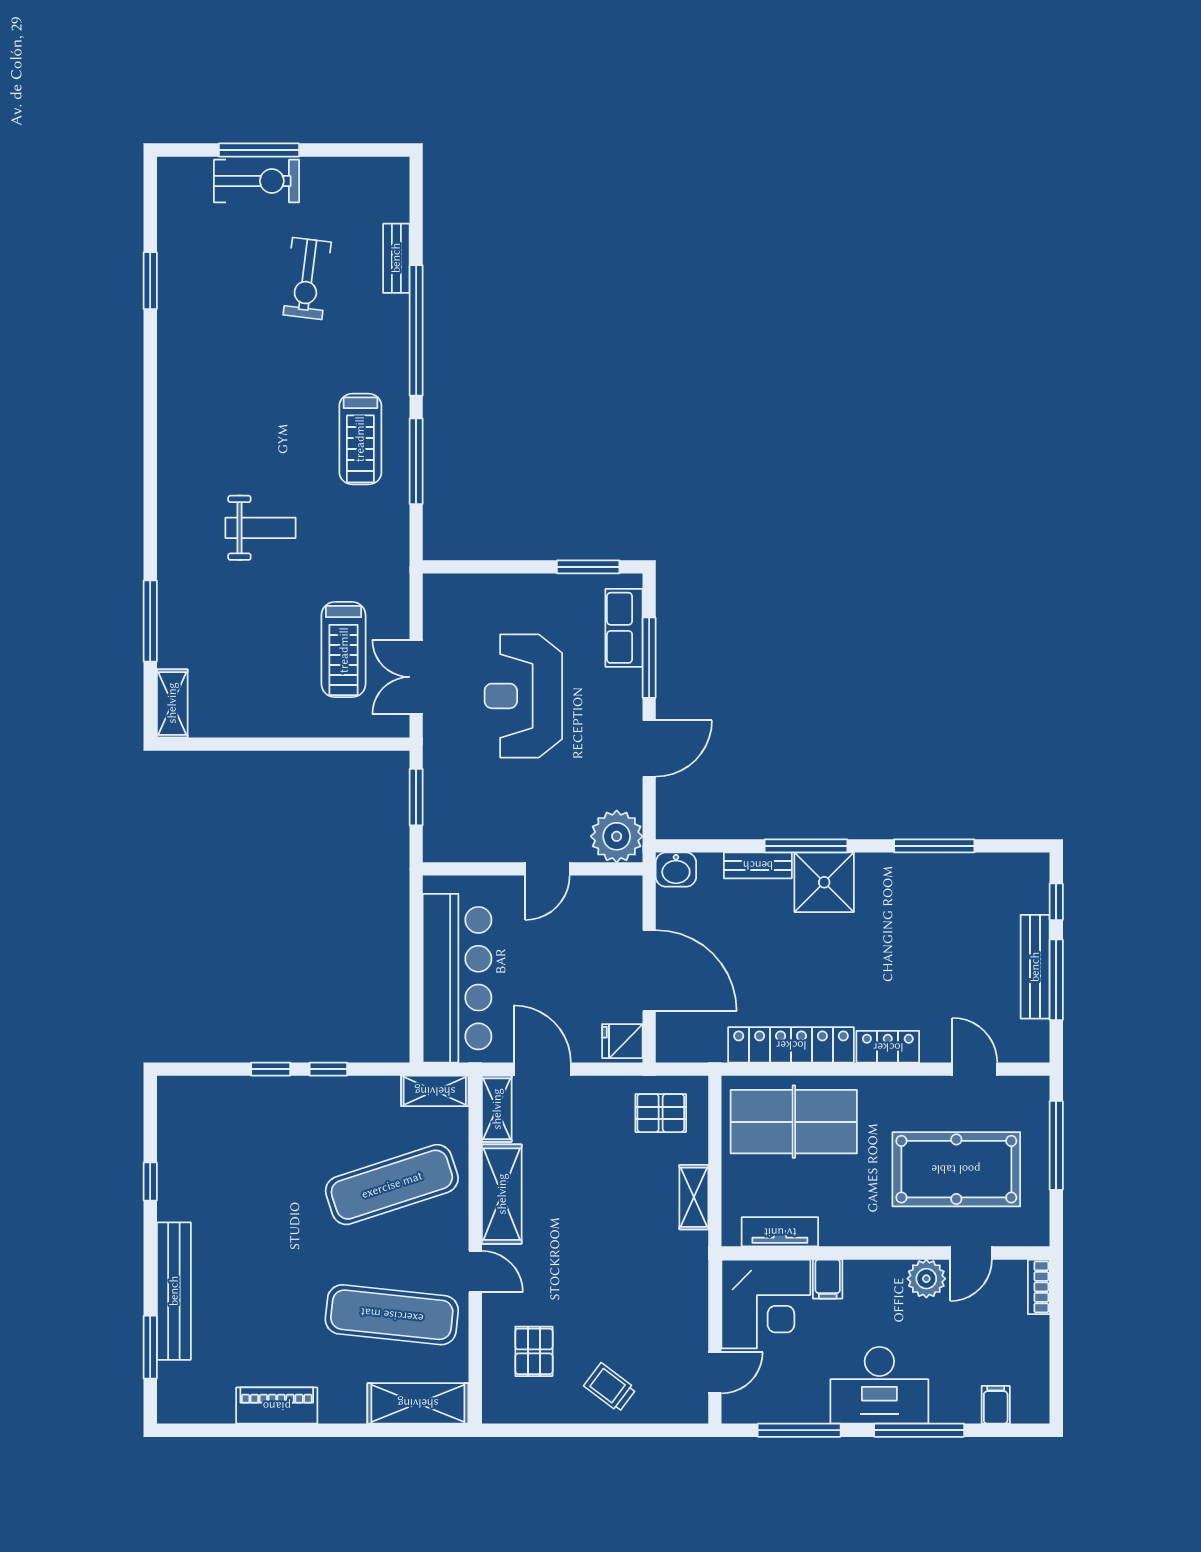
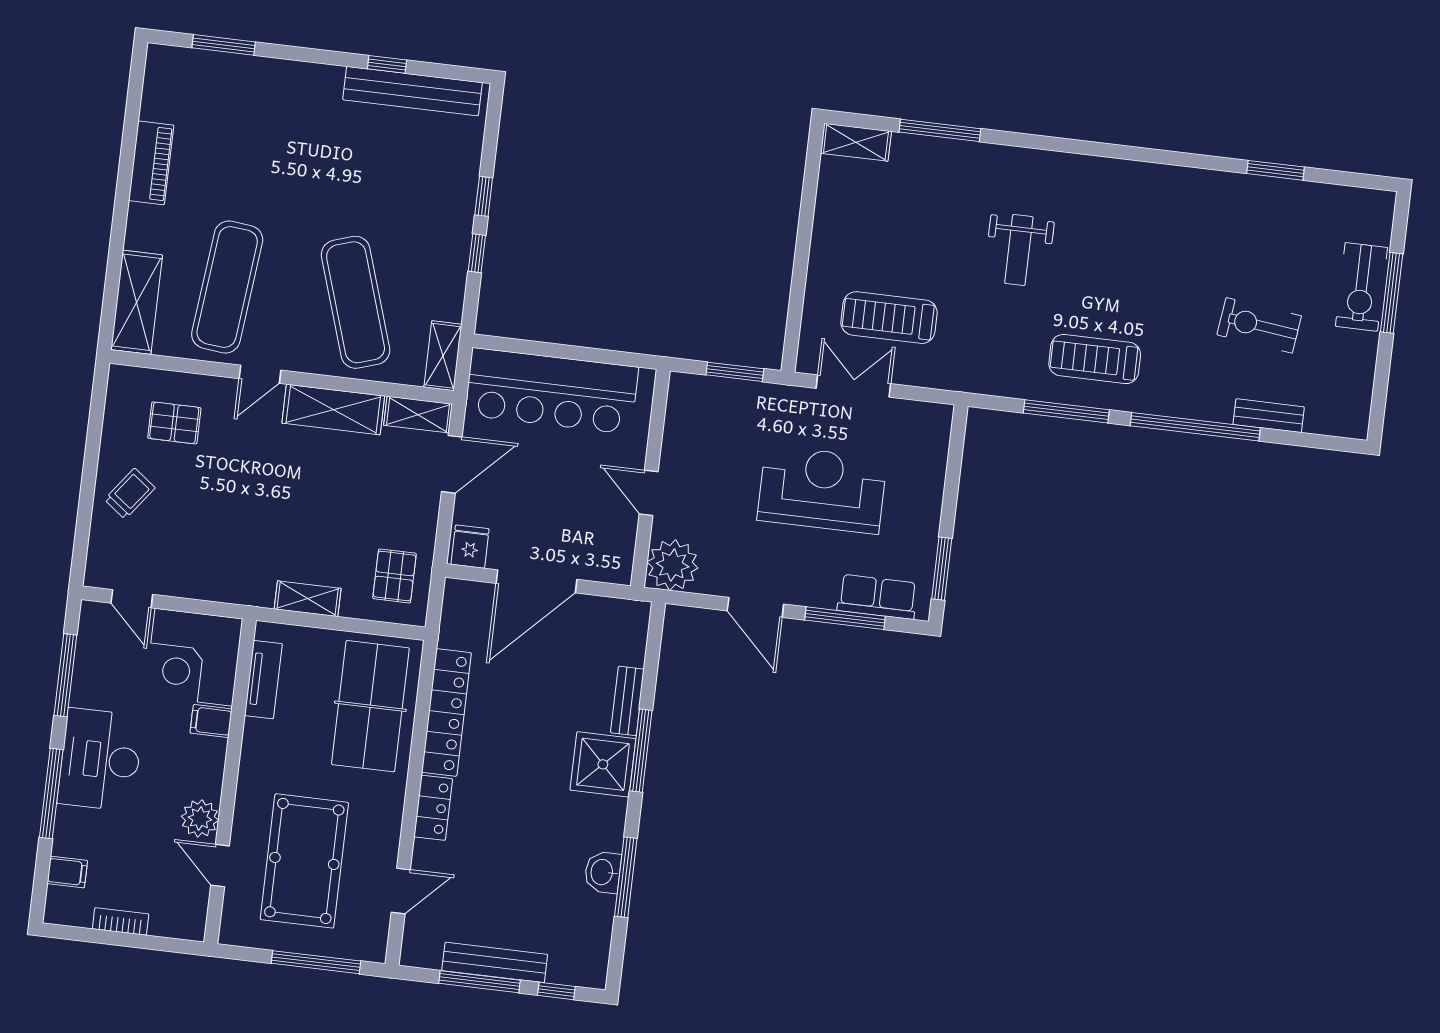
washbasin: (676, 870) -> (603, 872), moved
bookcase: (1039, 1287) -> (121, 921), moved
bench: (174, 1291) -> (413, 91), moved

